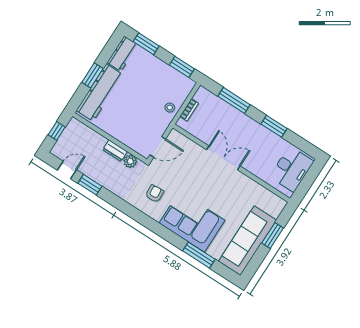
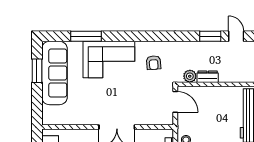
door: (158, 147) -> (175, 102), swing flipped
door: (67, 170) -> (236, 36), swing flipped
window: (273, 235) -> (37, 71), moved

